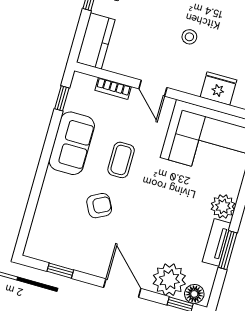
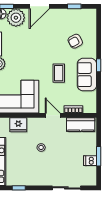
kitchen counter: (96, 41) -> (81, 125), moved, turned -90
window: (62, 98) -> (99, 65), moved
armchair: (99, 206) -> (75, 41), moved
door: (122, 288) -> (39, 6), hinge flipped

